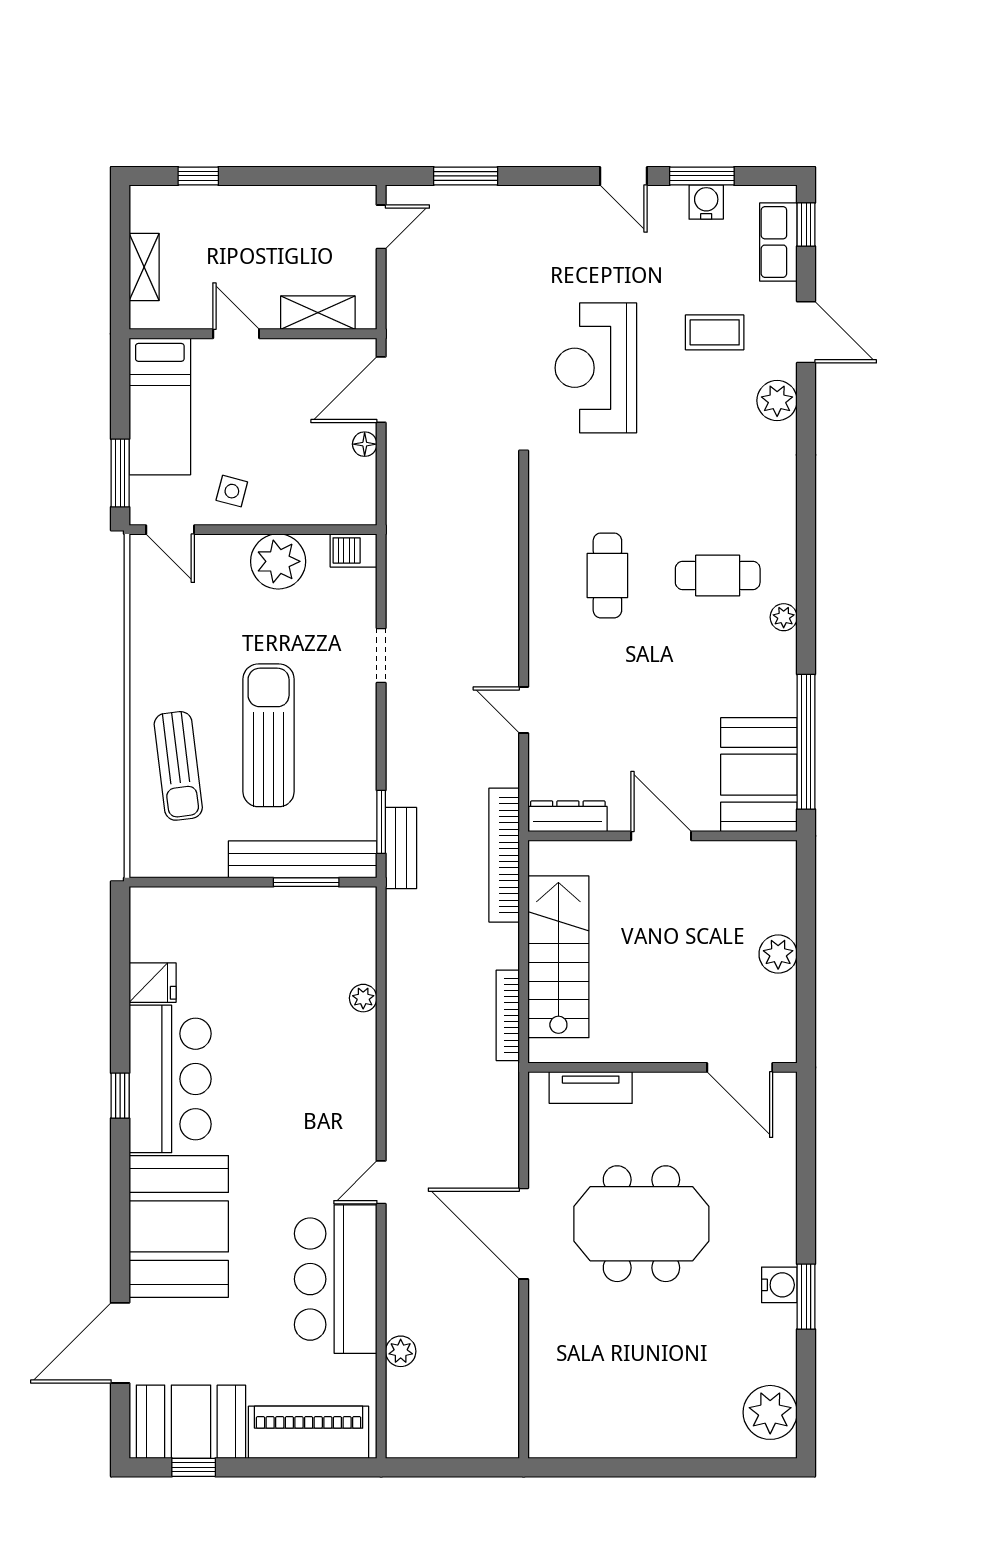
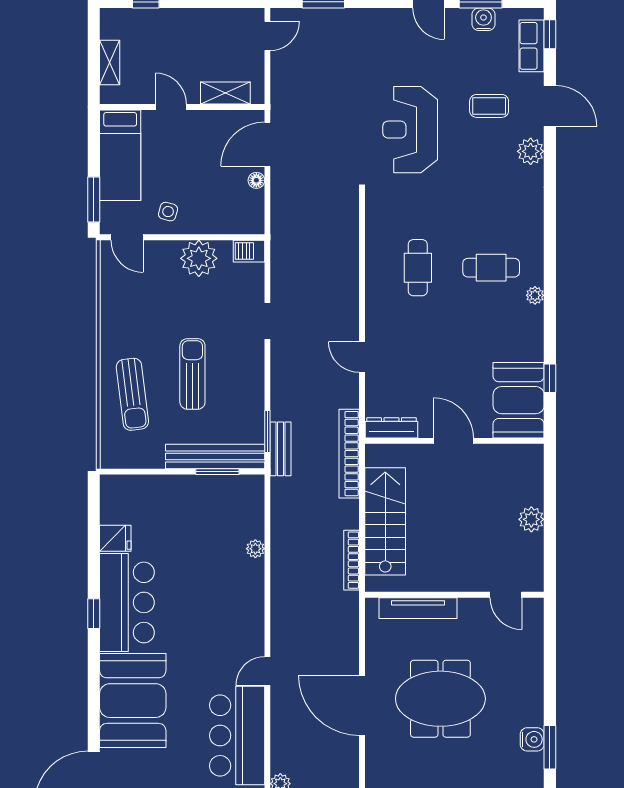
sun lounger: (269, 735) -> (192, 374), width x0.73, depth x0.75
window: (806, 742) -> (550, 378), width x0.32
door: (740, 1067) -> (506, 595), width x0.73
tv unit: (591, 1088) -> (418, 608), width x1.41

